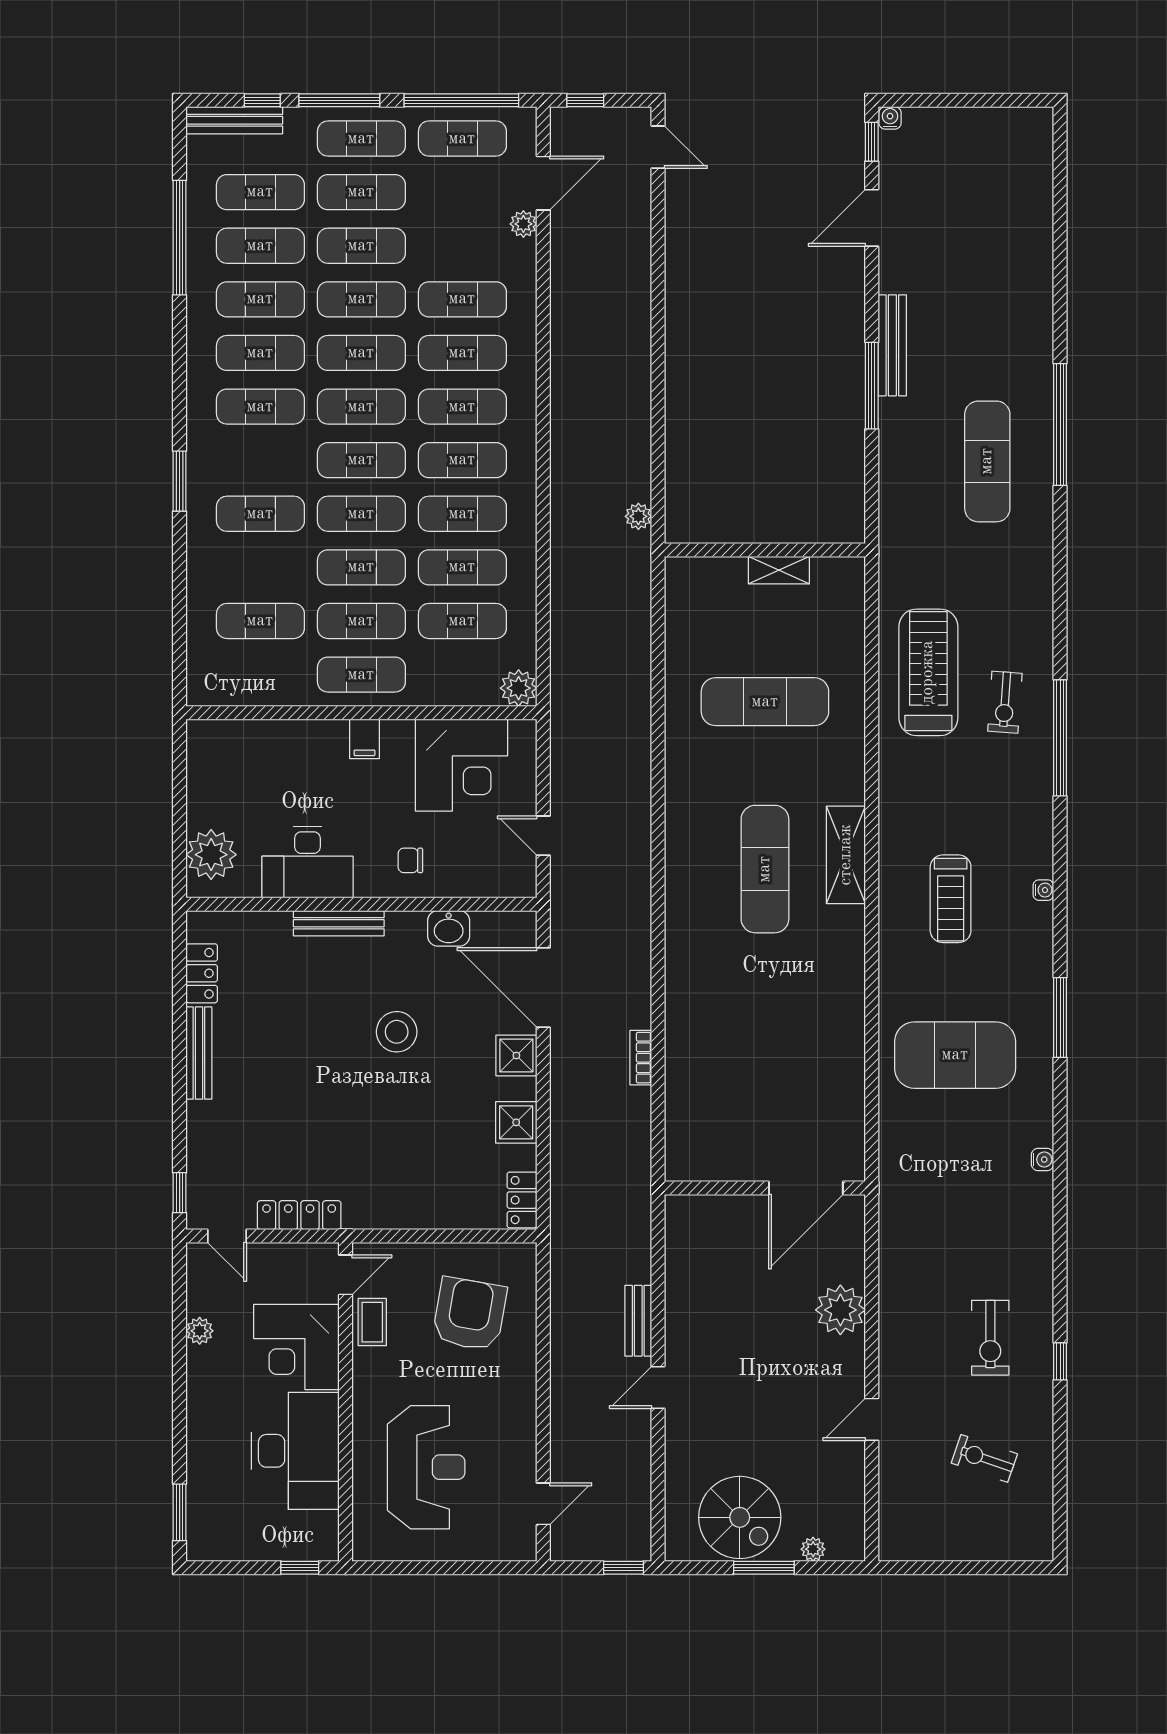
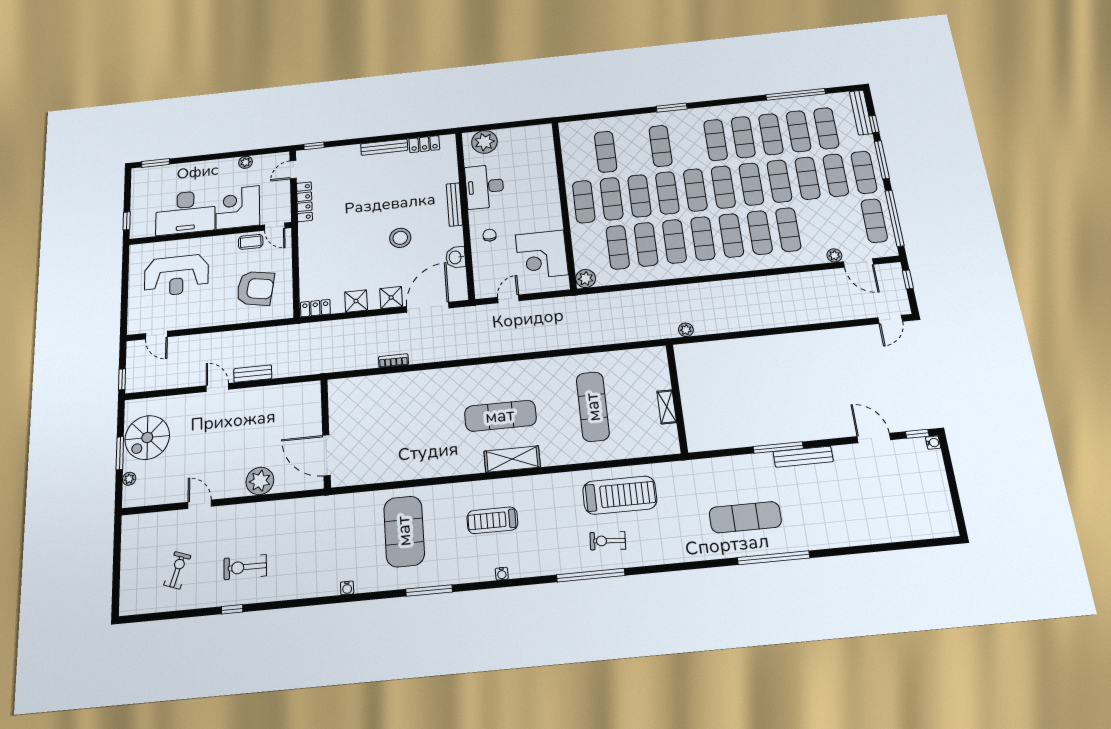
filing cabinet: (364, 739) -> (551, 207), removed

